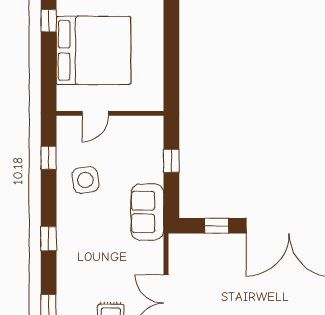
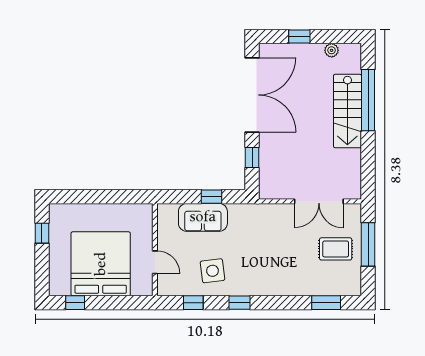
window: (171, 161) -> (211, 197), moved
sofa: (147, 212) -> (203, 217), moved
window: (49, 239) -> (239, 303), moved

